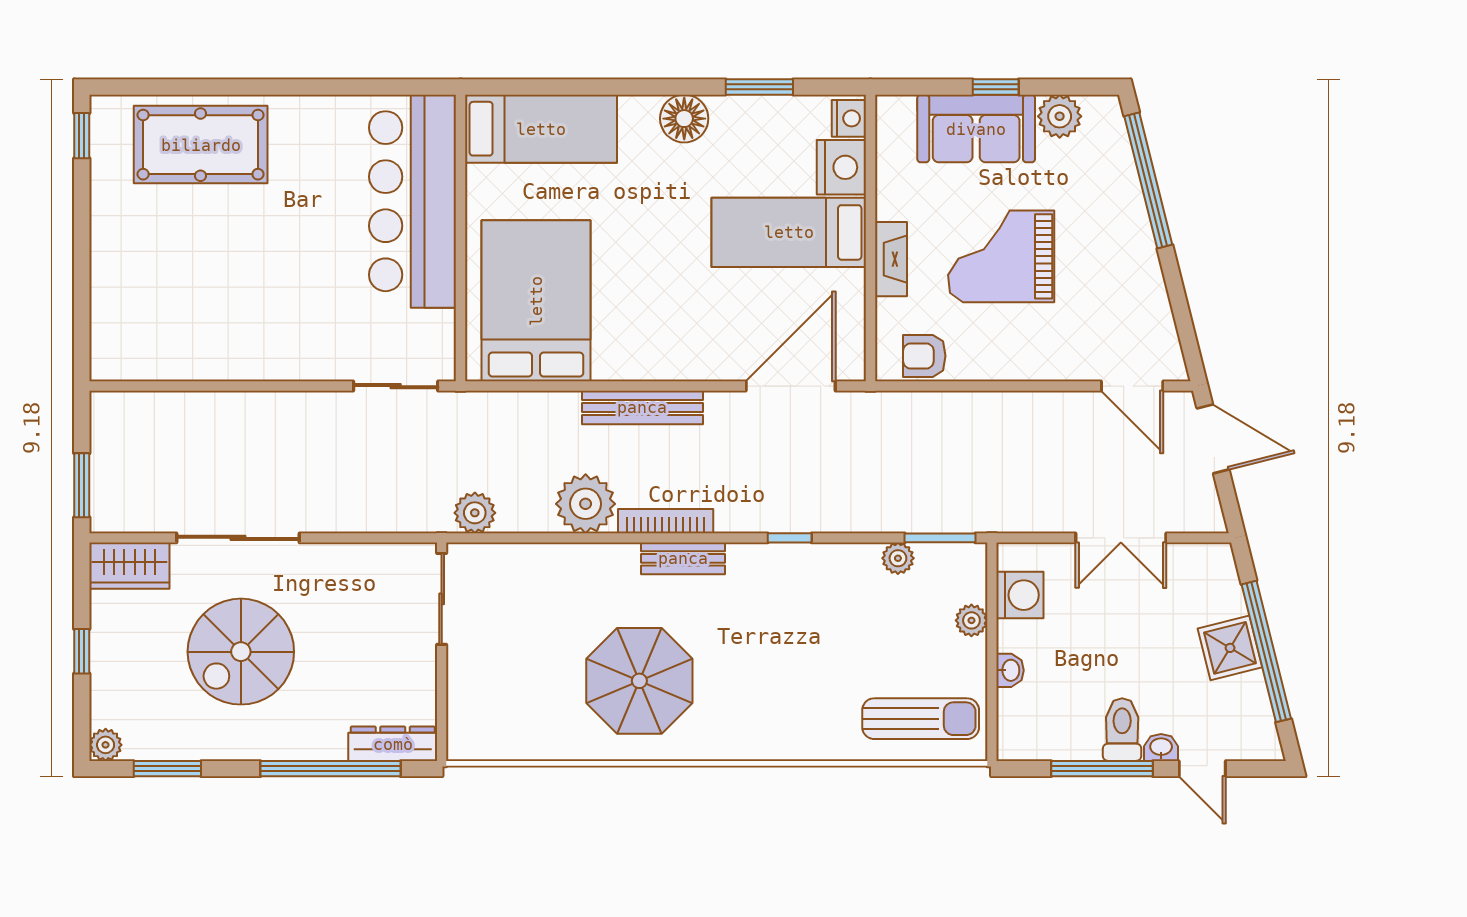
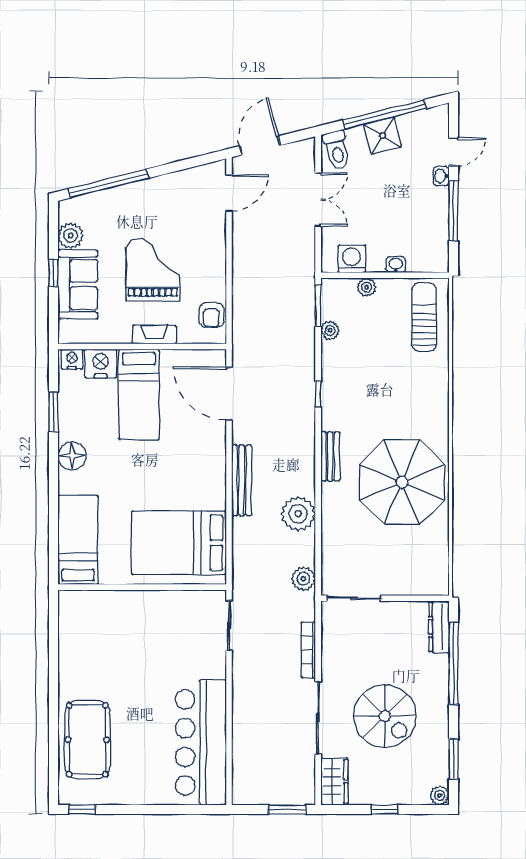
bar counter: (413, 201) -> (201, 742), moved, turned 90
grand piano: (1001, 256) -> (153, 270), turned 180
bookcase: (666, 521) -> (308, 650), moved
parasol: (639, 681) -> (402, 482), width x1.36, depth x1.36
toilet: (1122, 730) -> (337, 150), moved, turned -104

